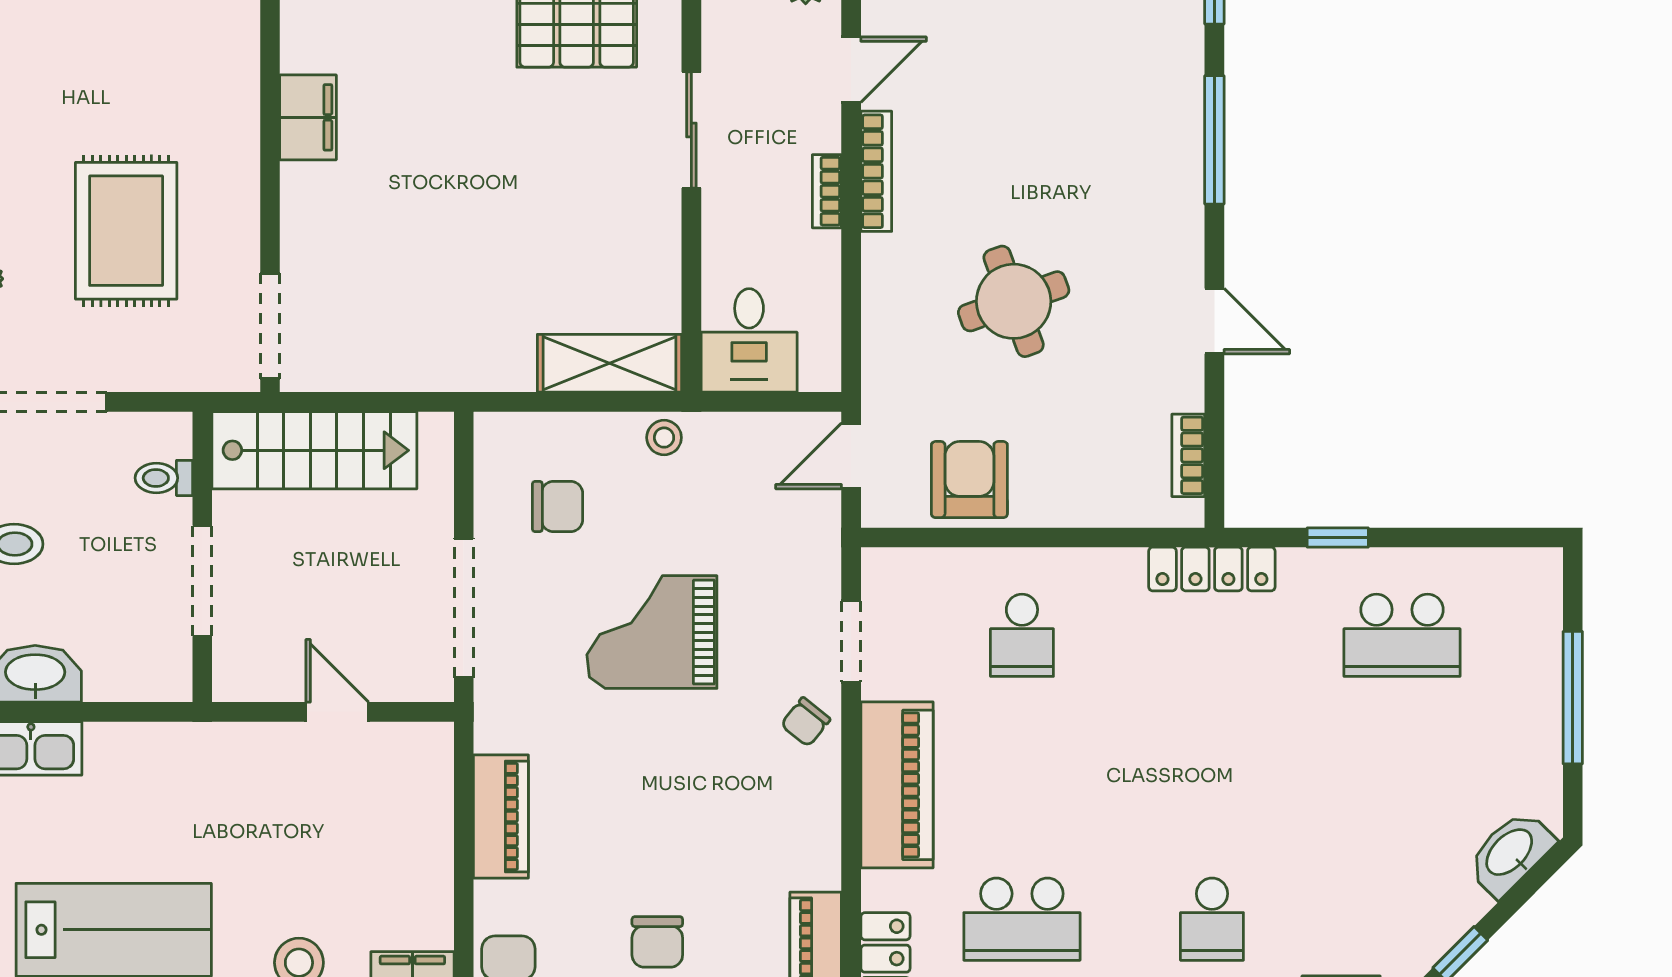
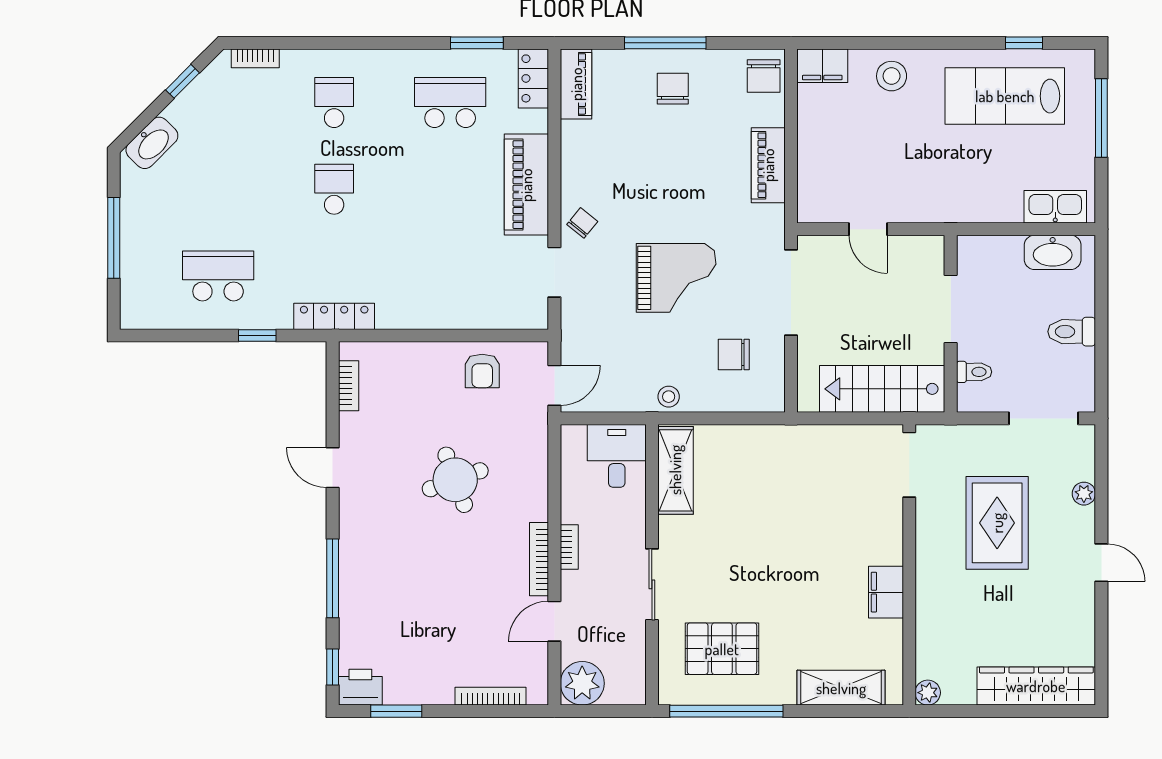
shelving: (610, 363) -> (675, 470), moved, turned 90
armchair: (969, 480) -> (482, 371), width x0.72, depth x0.72
school desk: (1022, 635) -> (334, 189), moved

